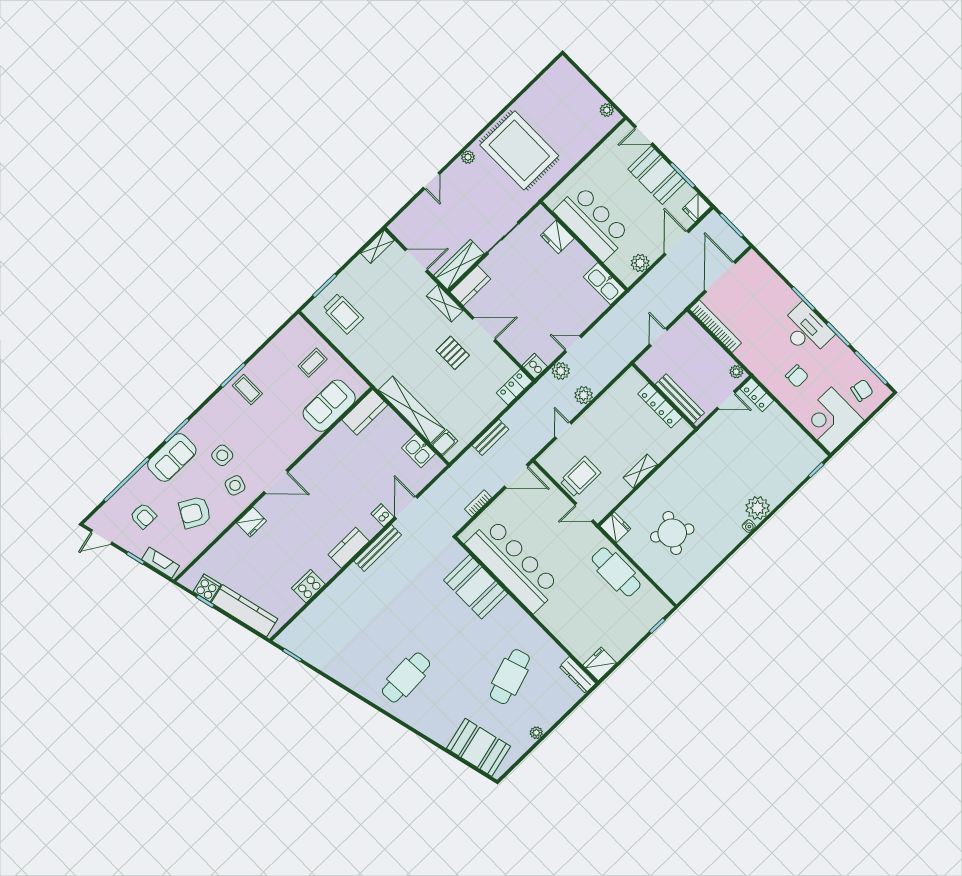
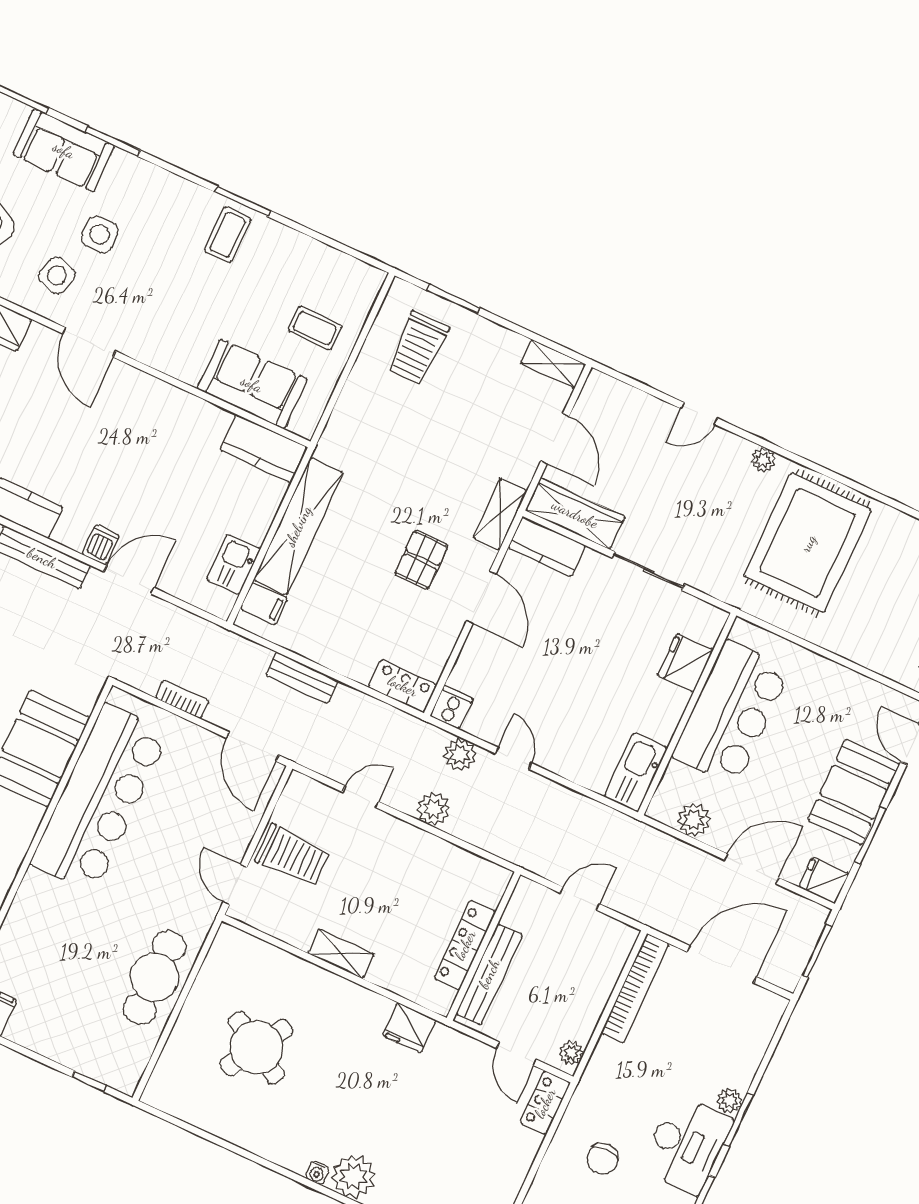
plant: (792, 299) -> (730, 1101), added
fridge: (615, 527) -> (409, 1028), moved, turned 90

